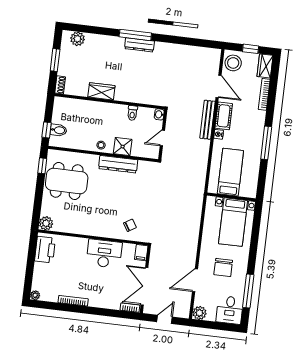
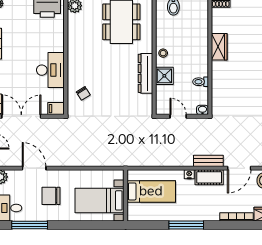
bench: (207, 120) -> (208, 161), width x0.73

